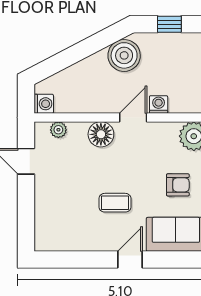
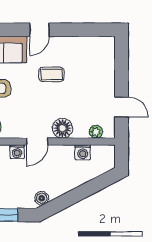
boiler: (124, 55) -> (42, 198), width x0.54, depth x0.54
washing machine: (44, 104) -> (83, 152), moved, turned -90

